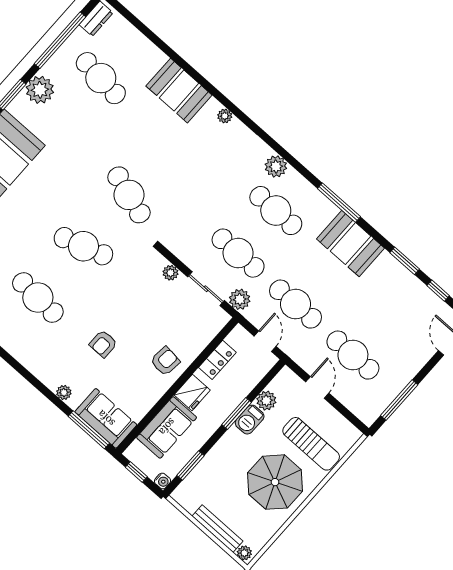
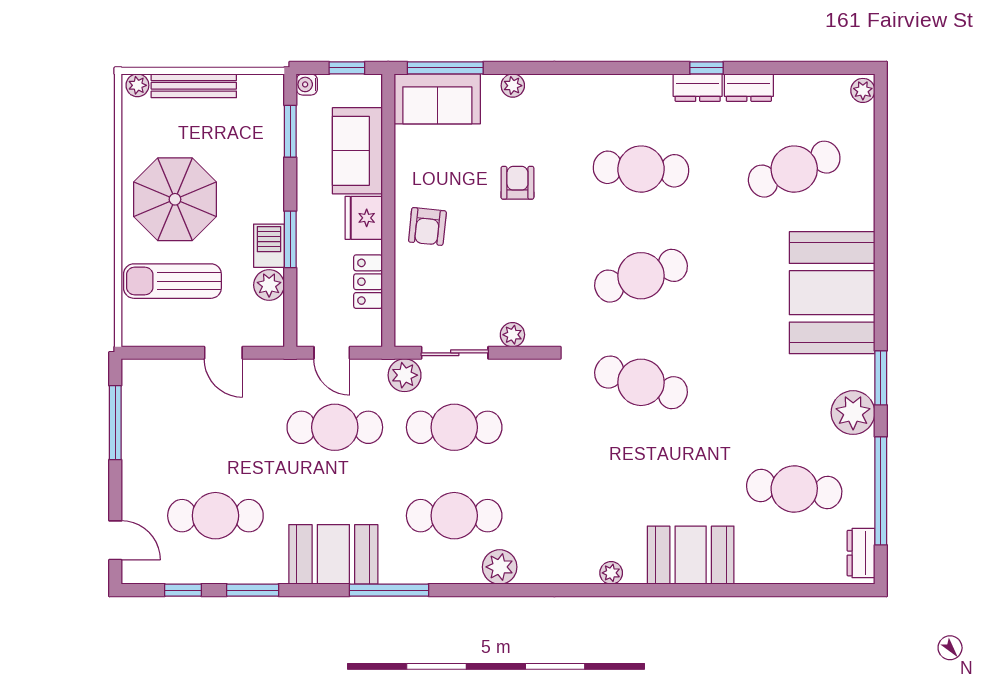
cafe table: (353, 355) -> (215, 516), moved

